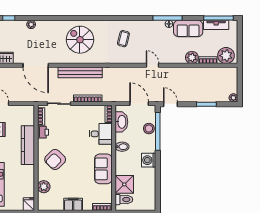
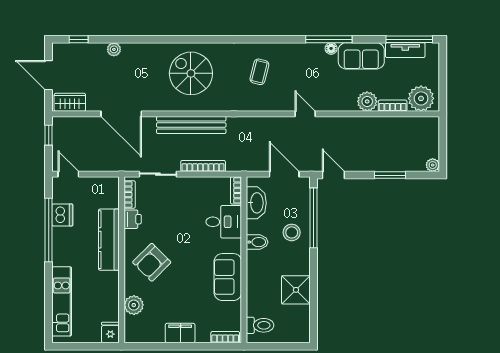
stool: (149, 129) -> (292, 232), moved
washing machine: (149, 160) -> (299, 263), removed
shower: (124, 184) -> (296, 290), moved

